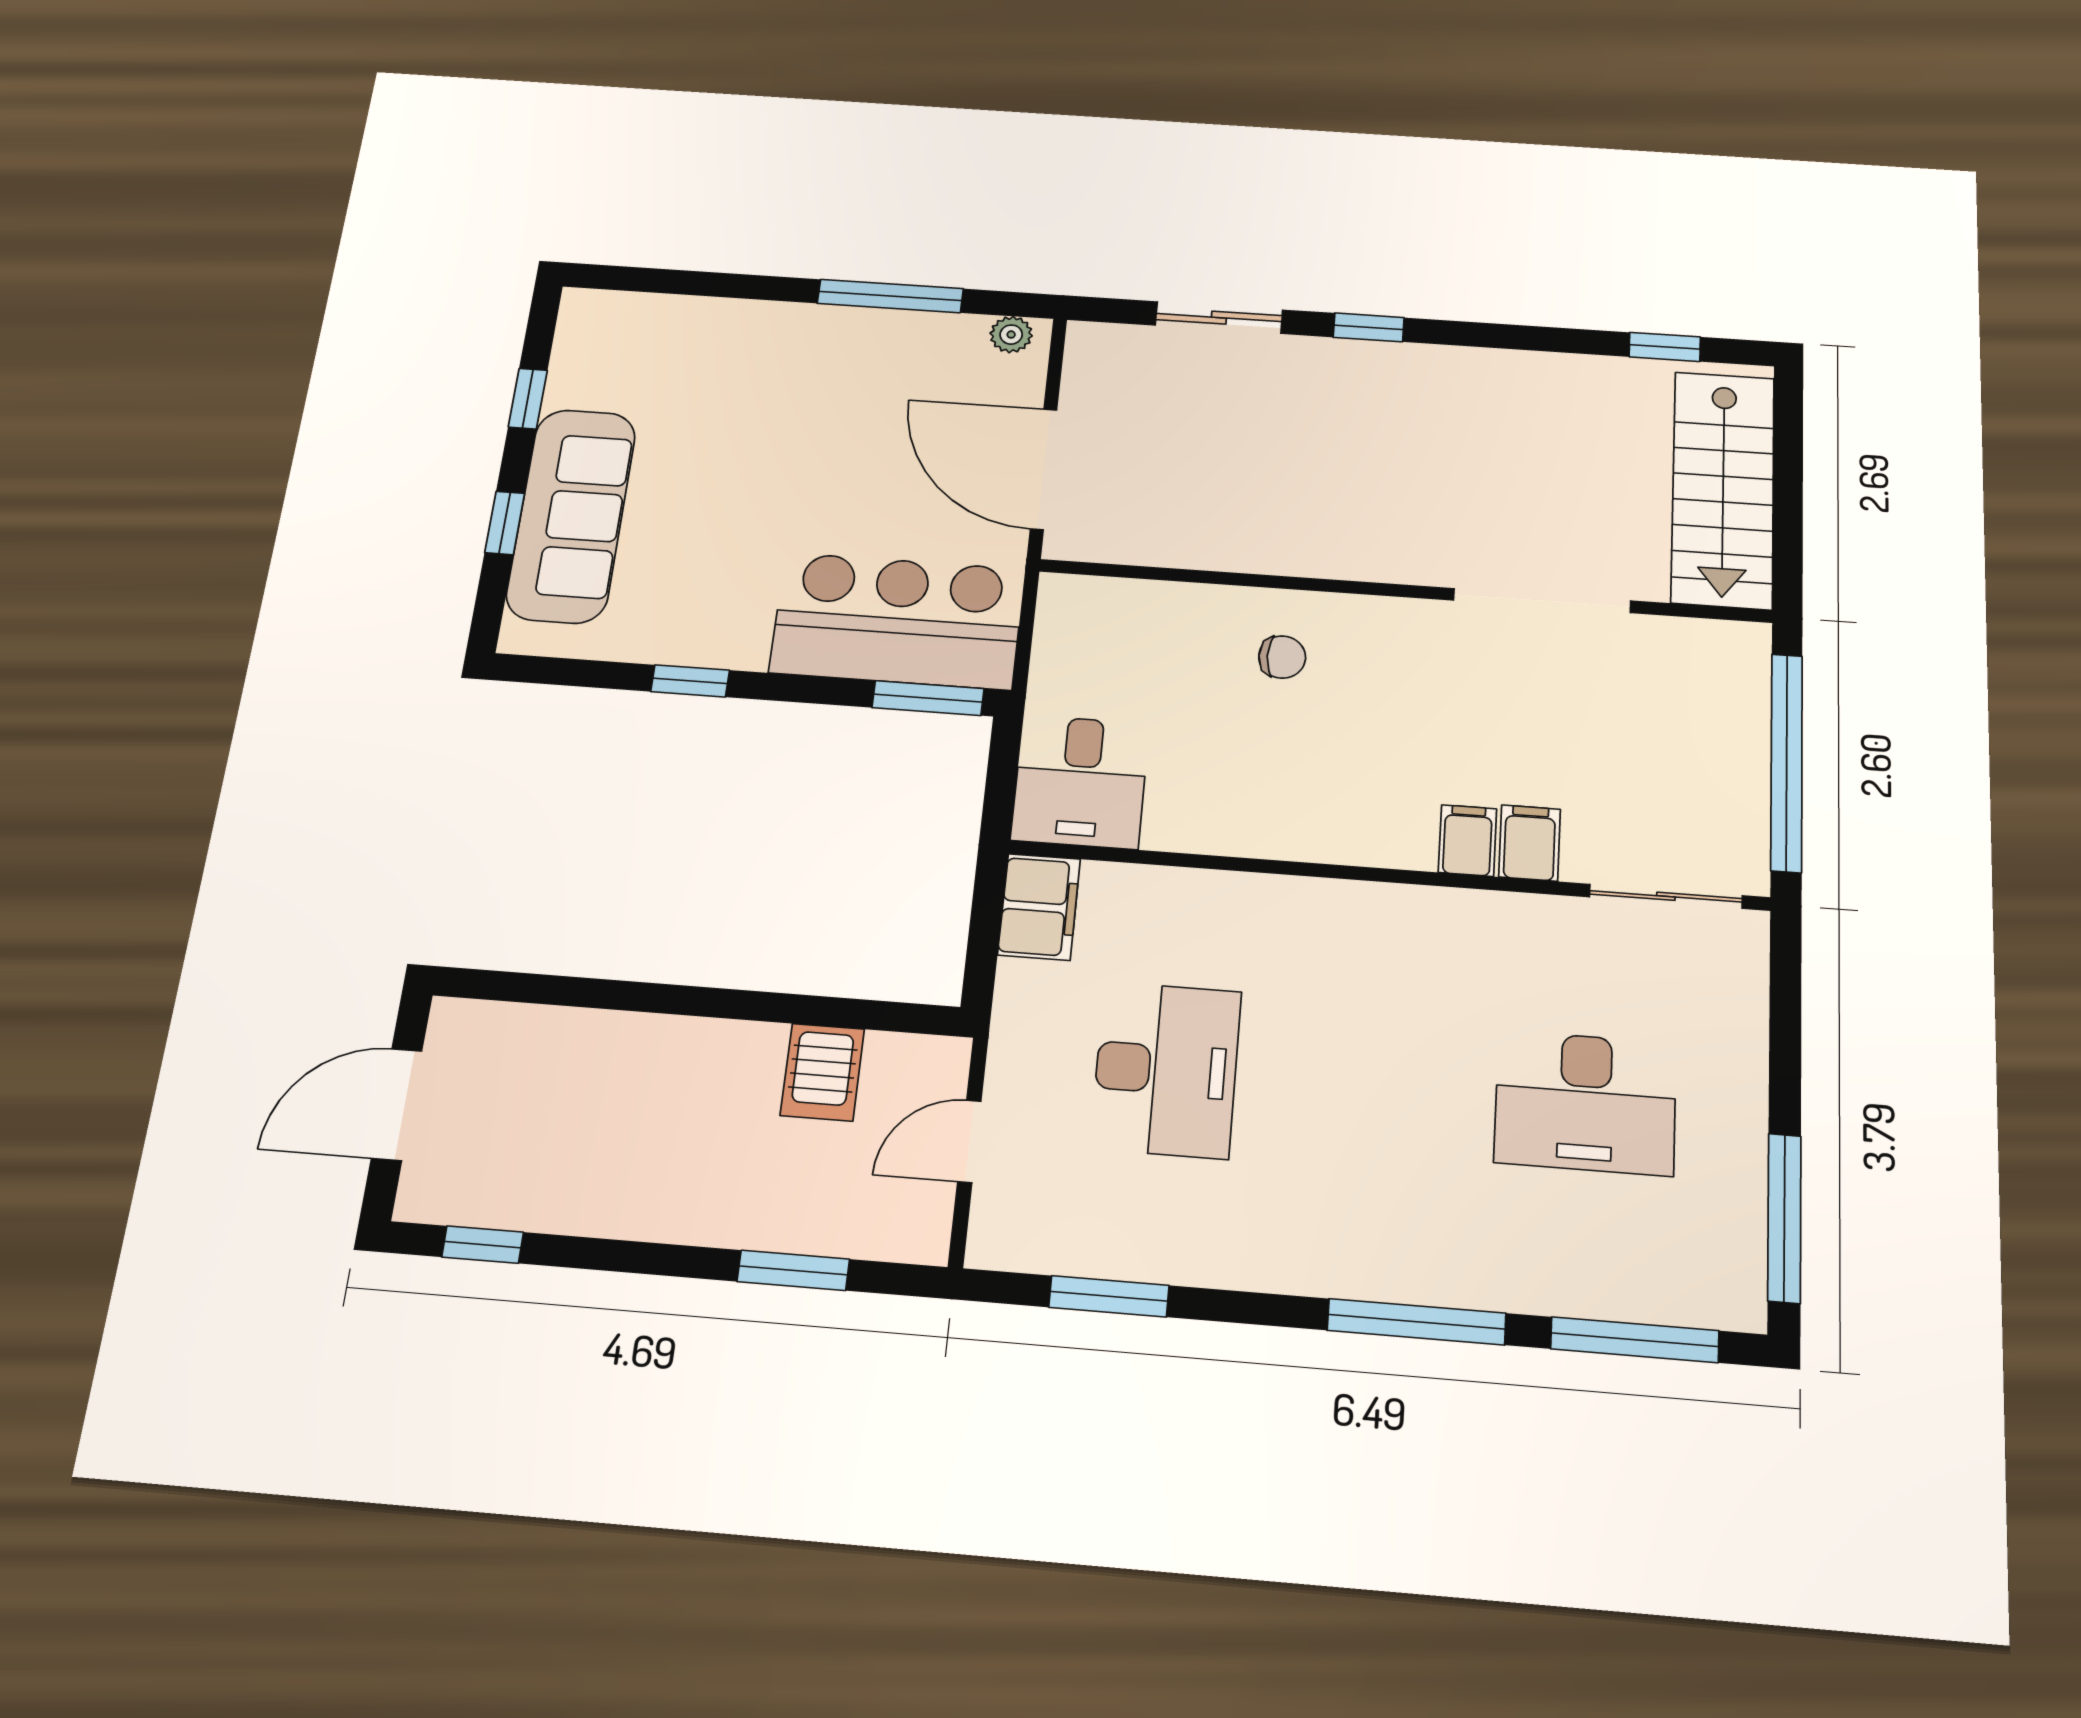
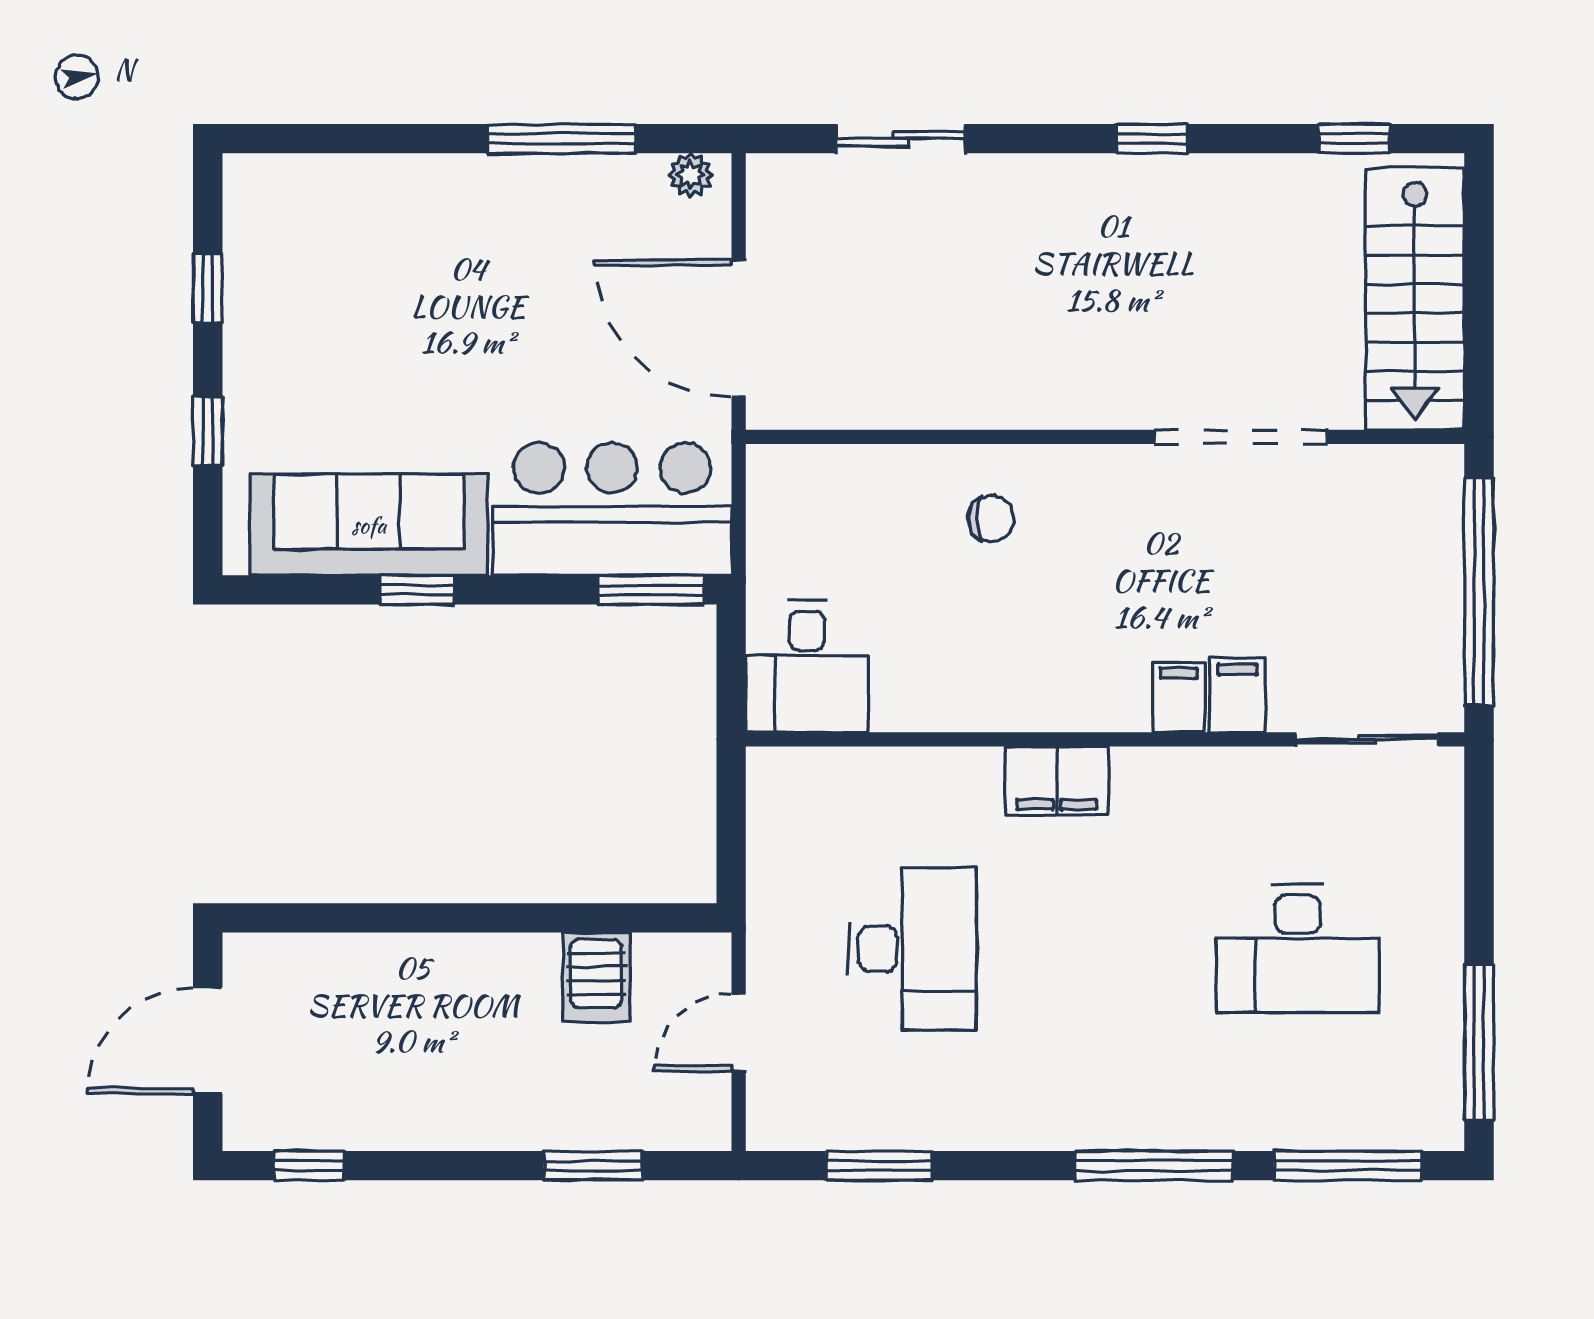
window: (1369, 327) -> (1152, 139), moved
sofa: (571, 515) -> (369, 525), moved, turned -90
filing cabinet: (1039, 907) -> (1057, 781), moved, turned 90

